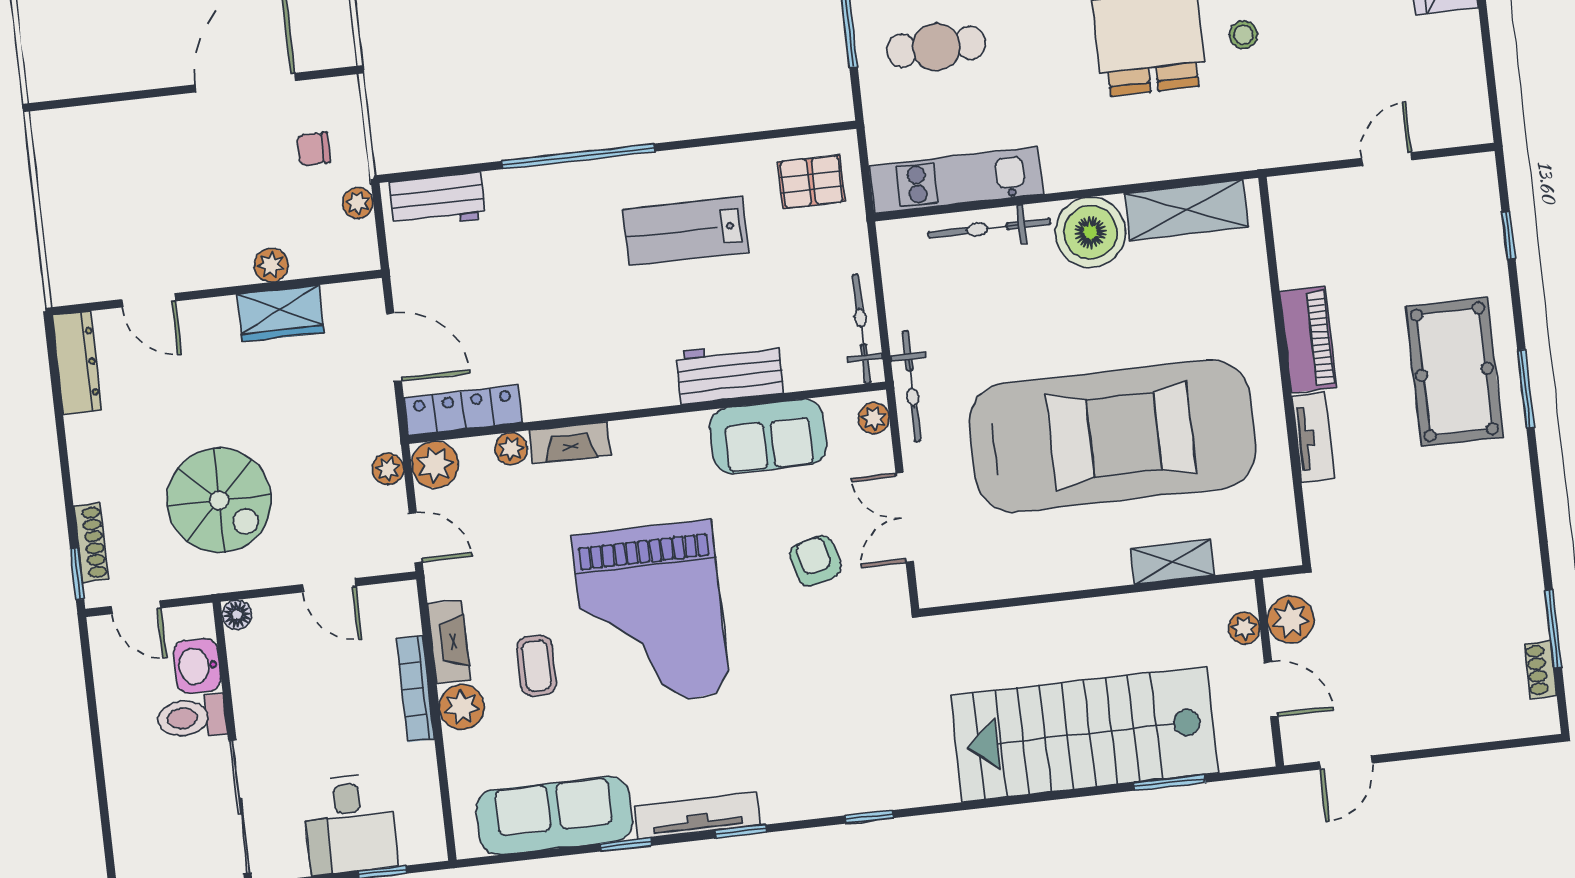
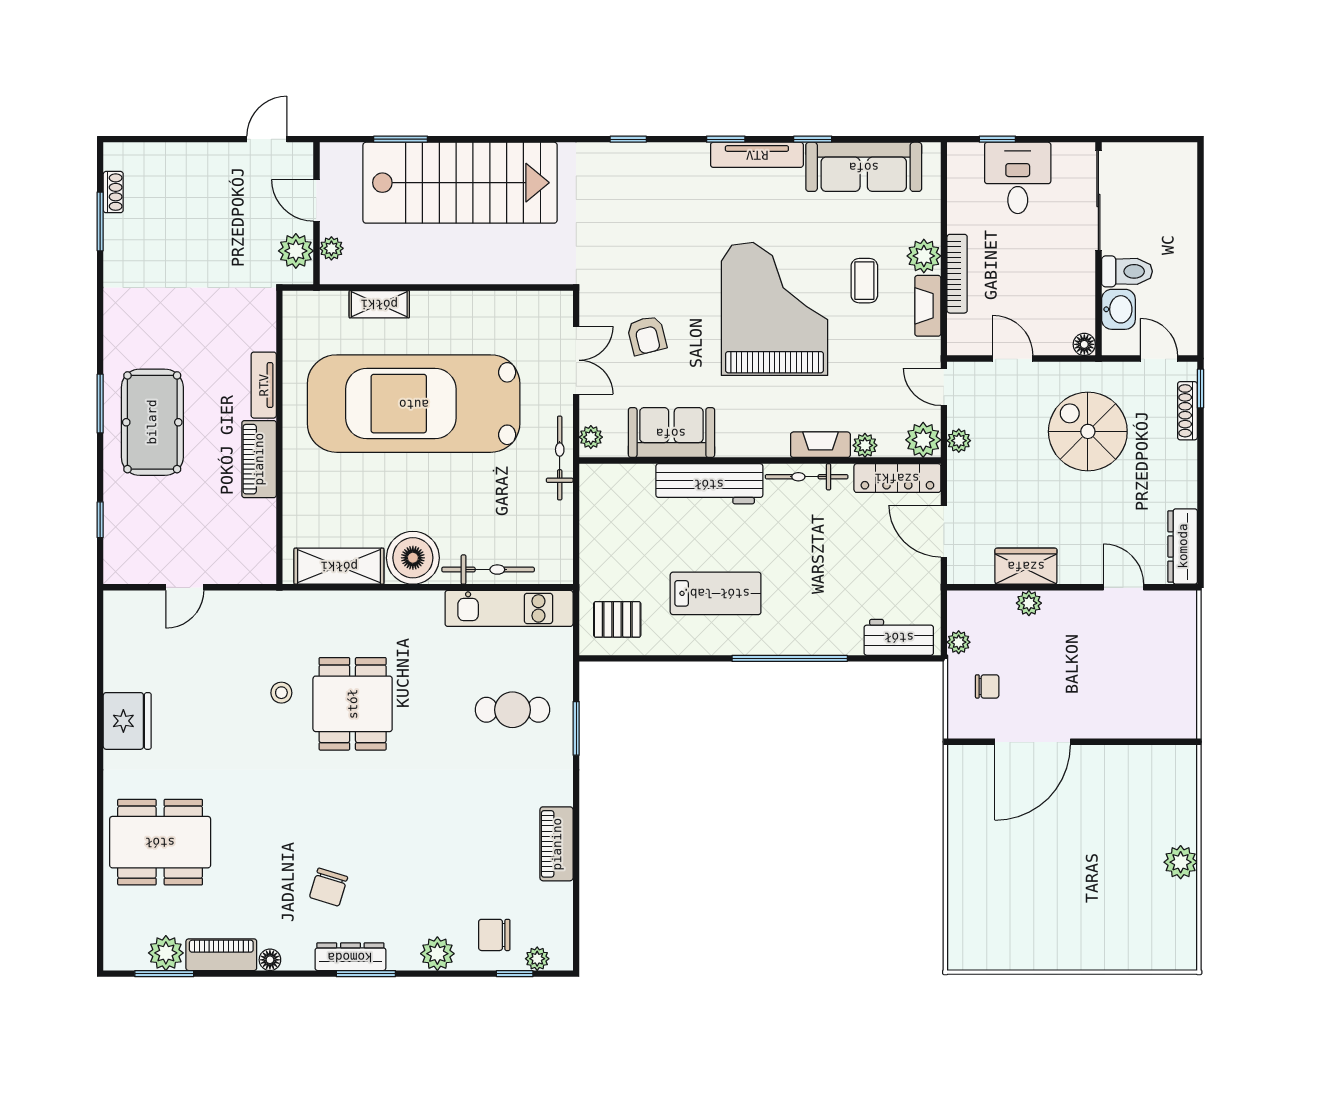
bicycle: (862, 329) -> (807, 477), moved, turned 90
workbench: (730, 372) -> (709, 484), width x1.38

